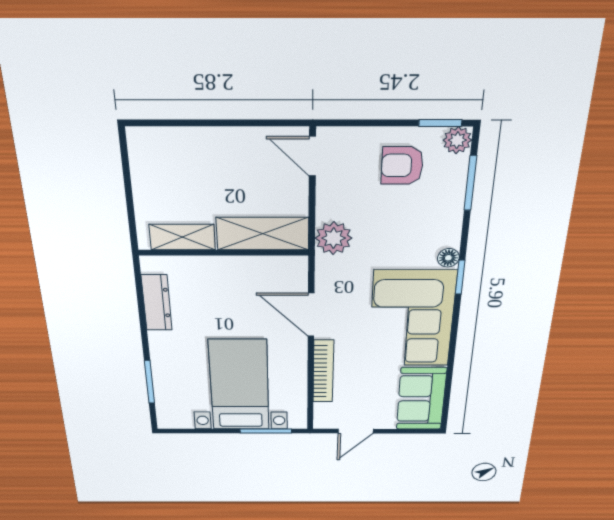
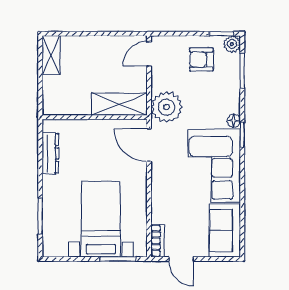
door: (312, 156) -> (149, 54), hinge flipped
shelving: (182, 237) -> (51, 55), moved, turned 90
plant: (334, 238) -> (167, 107), width x1.36, depth x1.36
door: (311, 315) -> (149, 145), moved
bookcase: (323, 371) -> (157, 241), moved, width x0.64
door: (356, 431) -> (181, 259), hinge flipped

